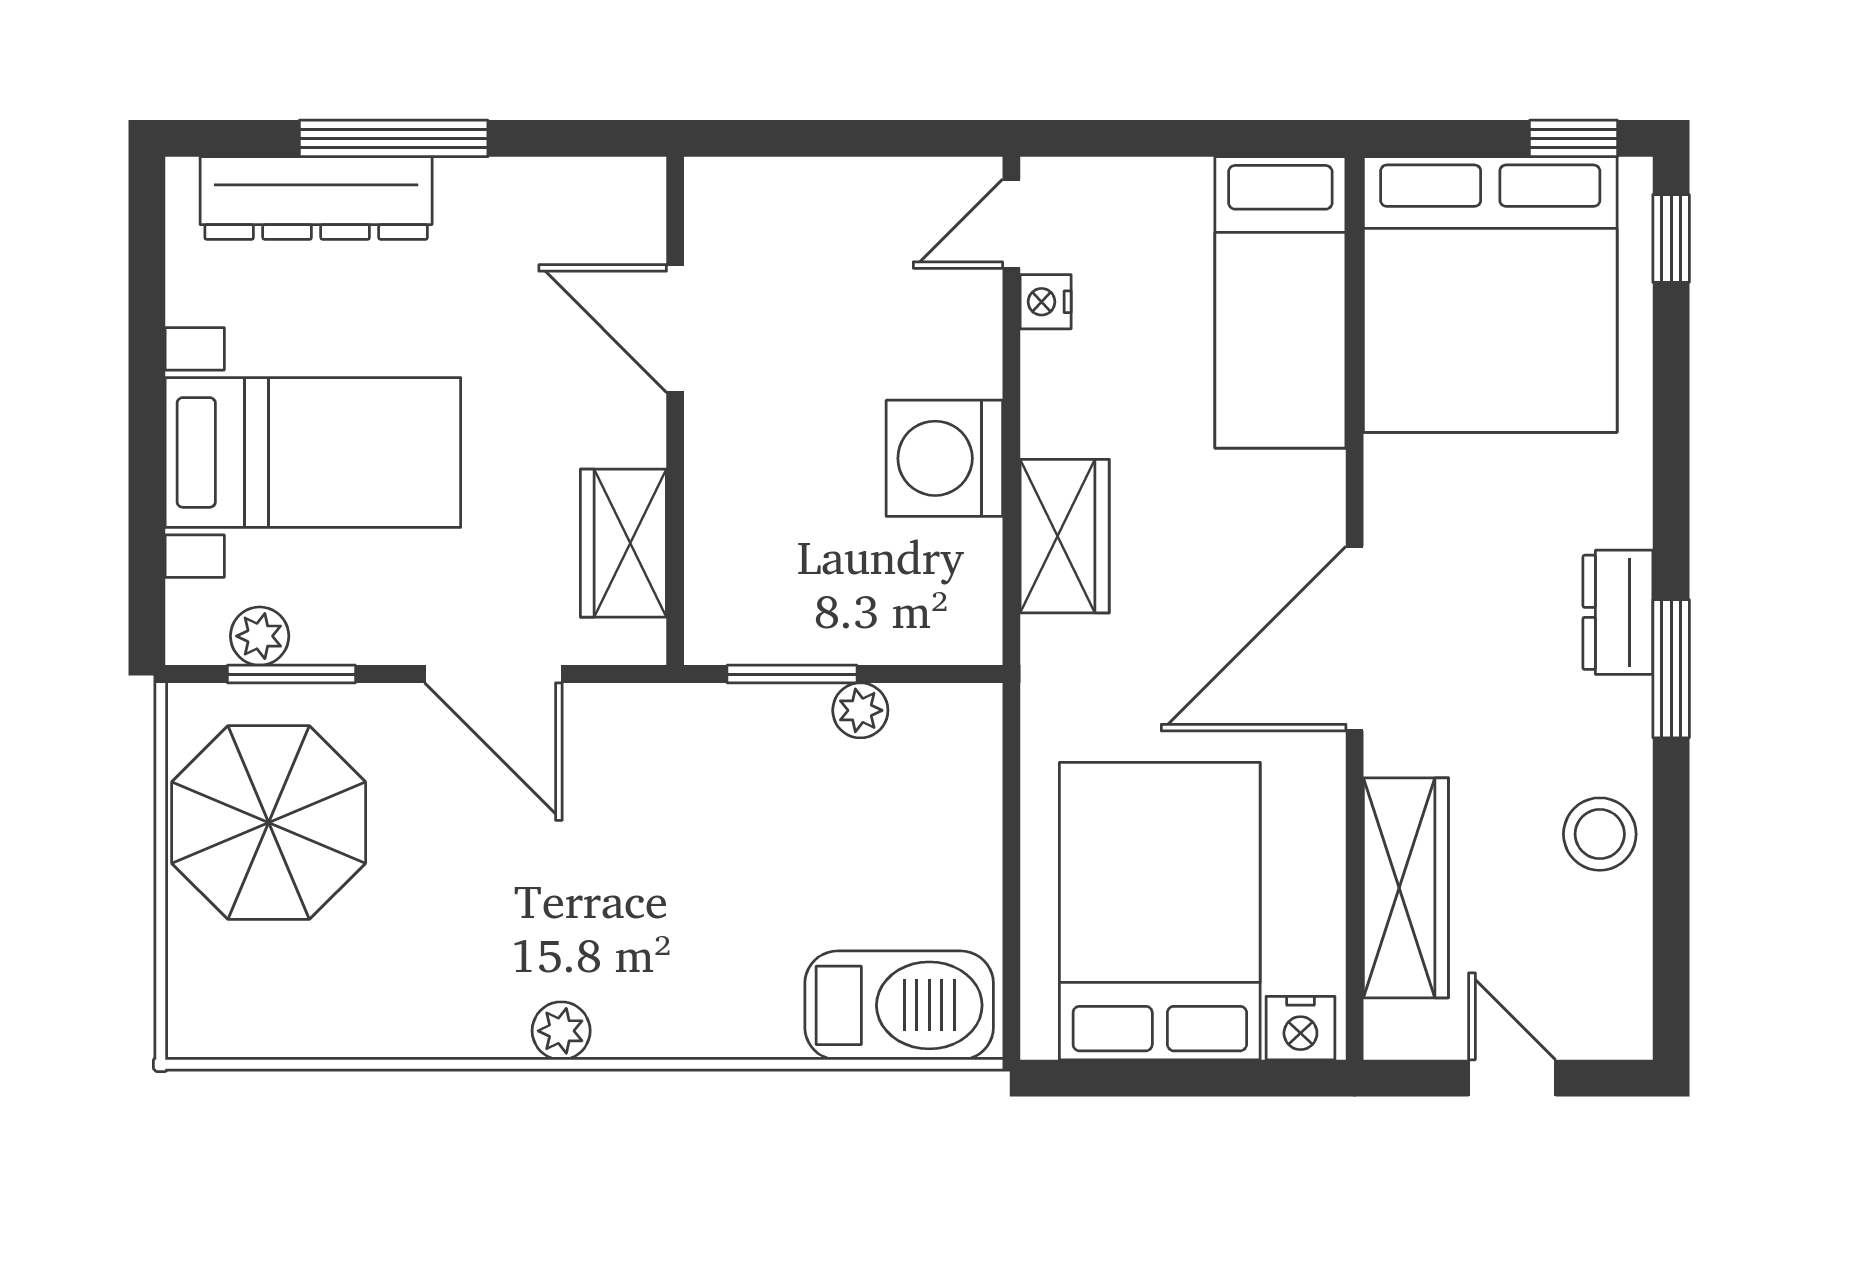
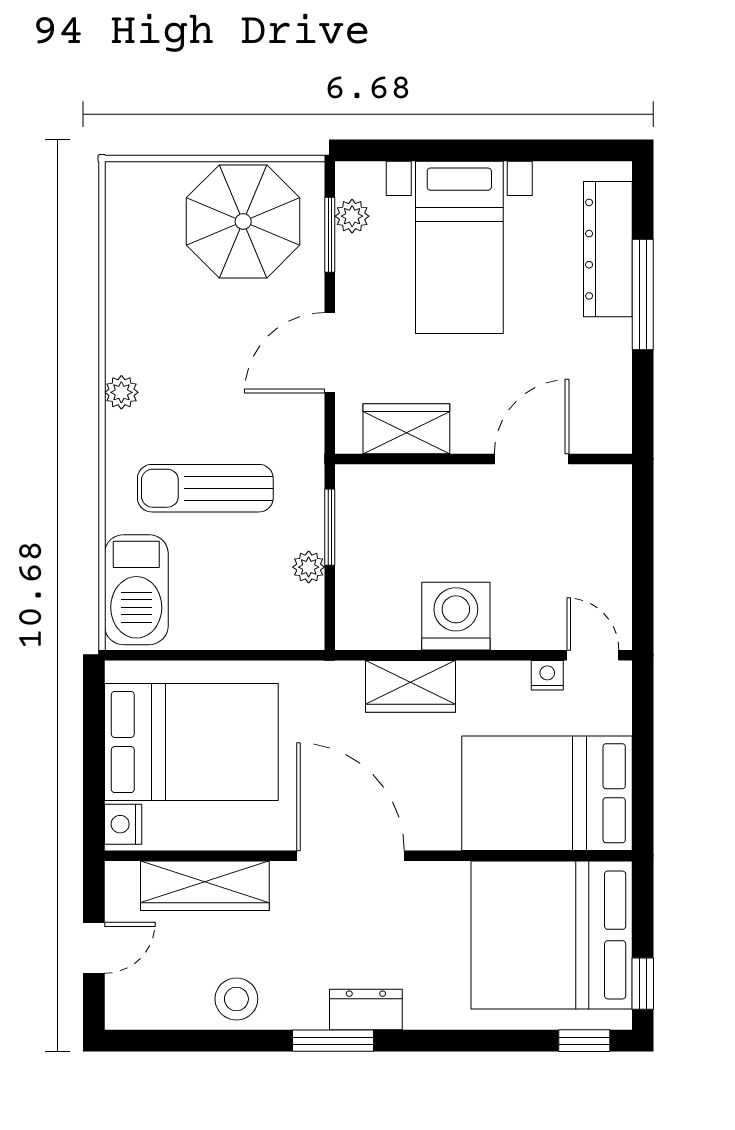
bed: (1280, 302) -> (547, 793), width x1.50
sun lounger: (725, 887) -> (205, 488), added

